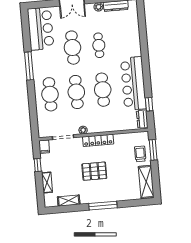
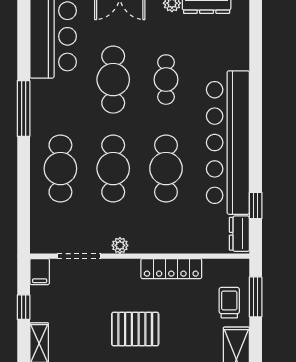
bar counter: (133, 84) -> (228, 143), width x1.36
locker: (98, 140) -> (171, 269), moved

